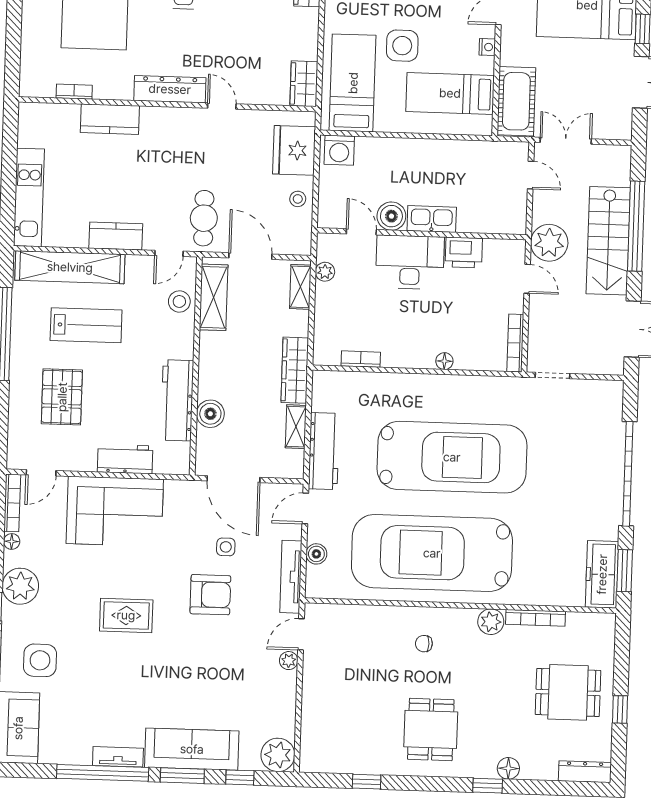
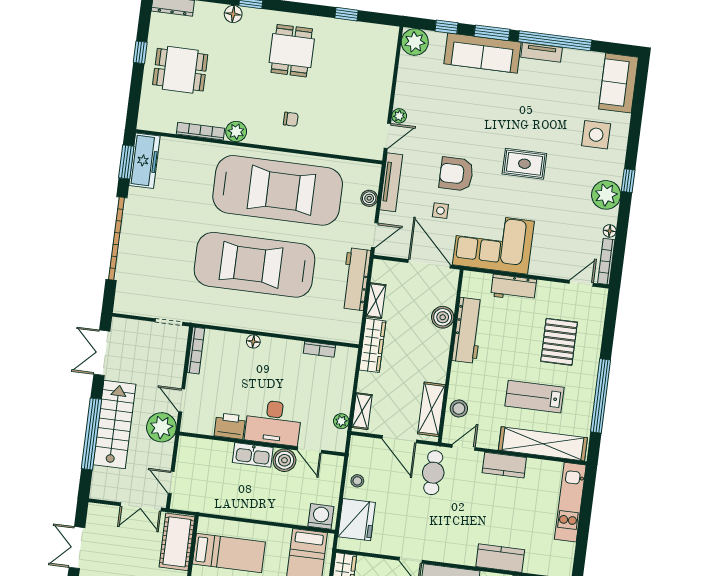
corner sofa: (115, 511) -> (493, 243), moved

